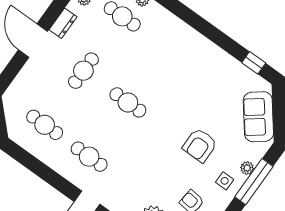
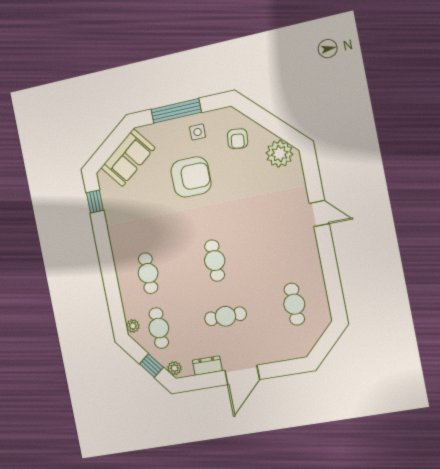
armchair: (200, 145) -> (191, 177), width x1.36, depth x1.36
cafe table: (89, 157) -> (148, 273), moved
plant: (247, 168) -> (172, 126), removed

